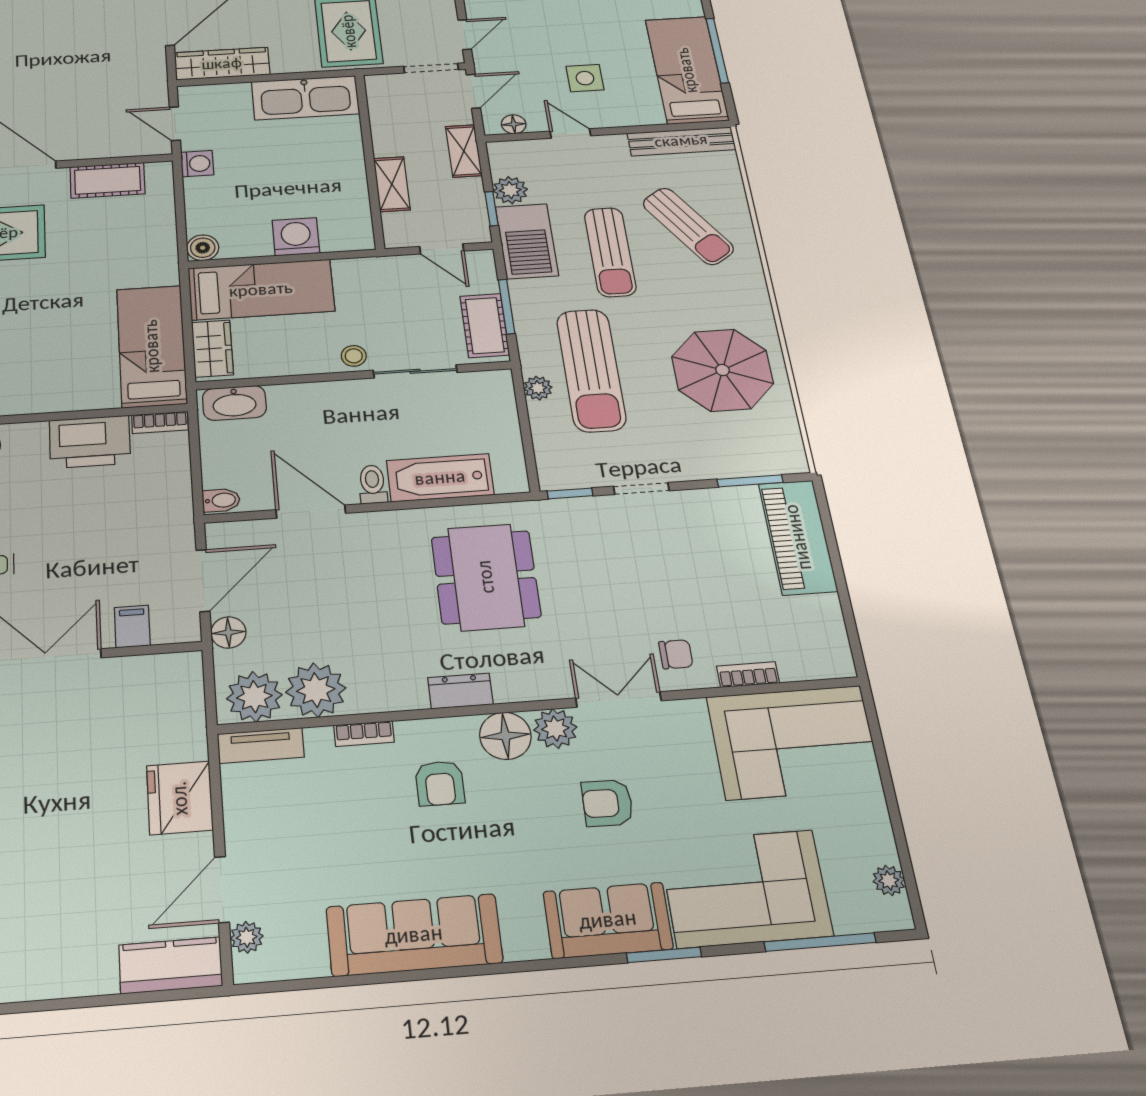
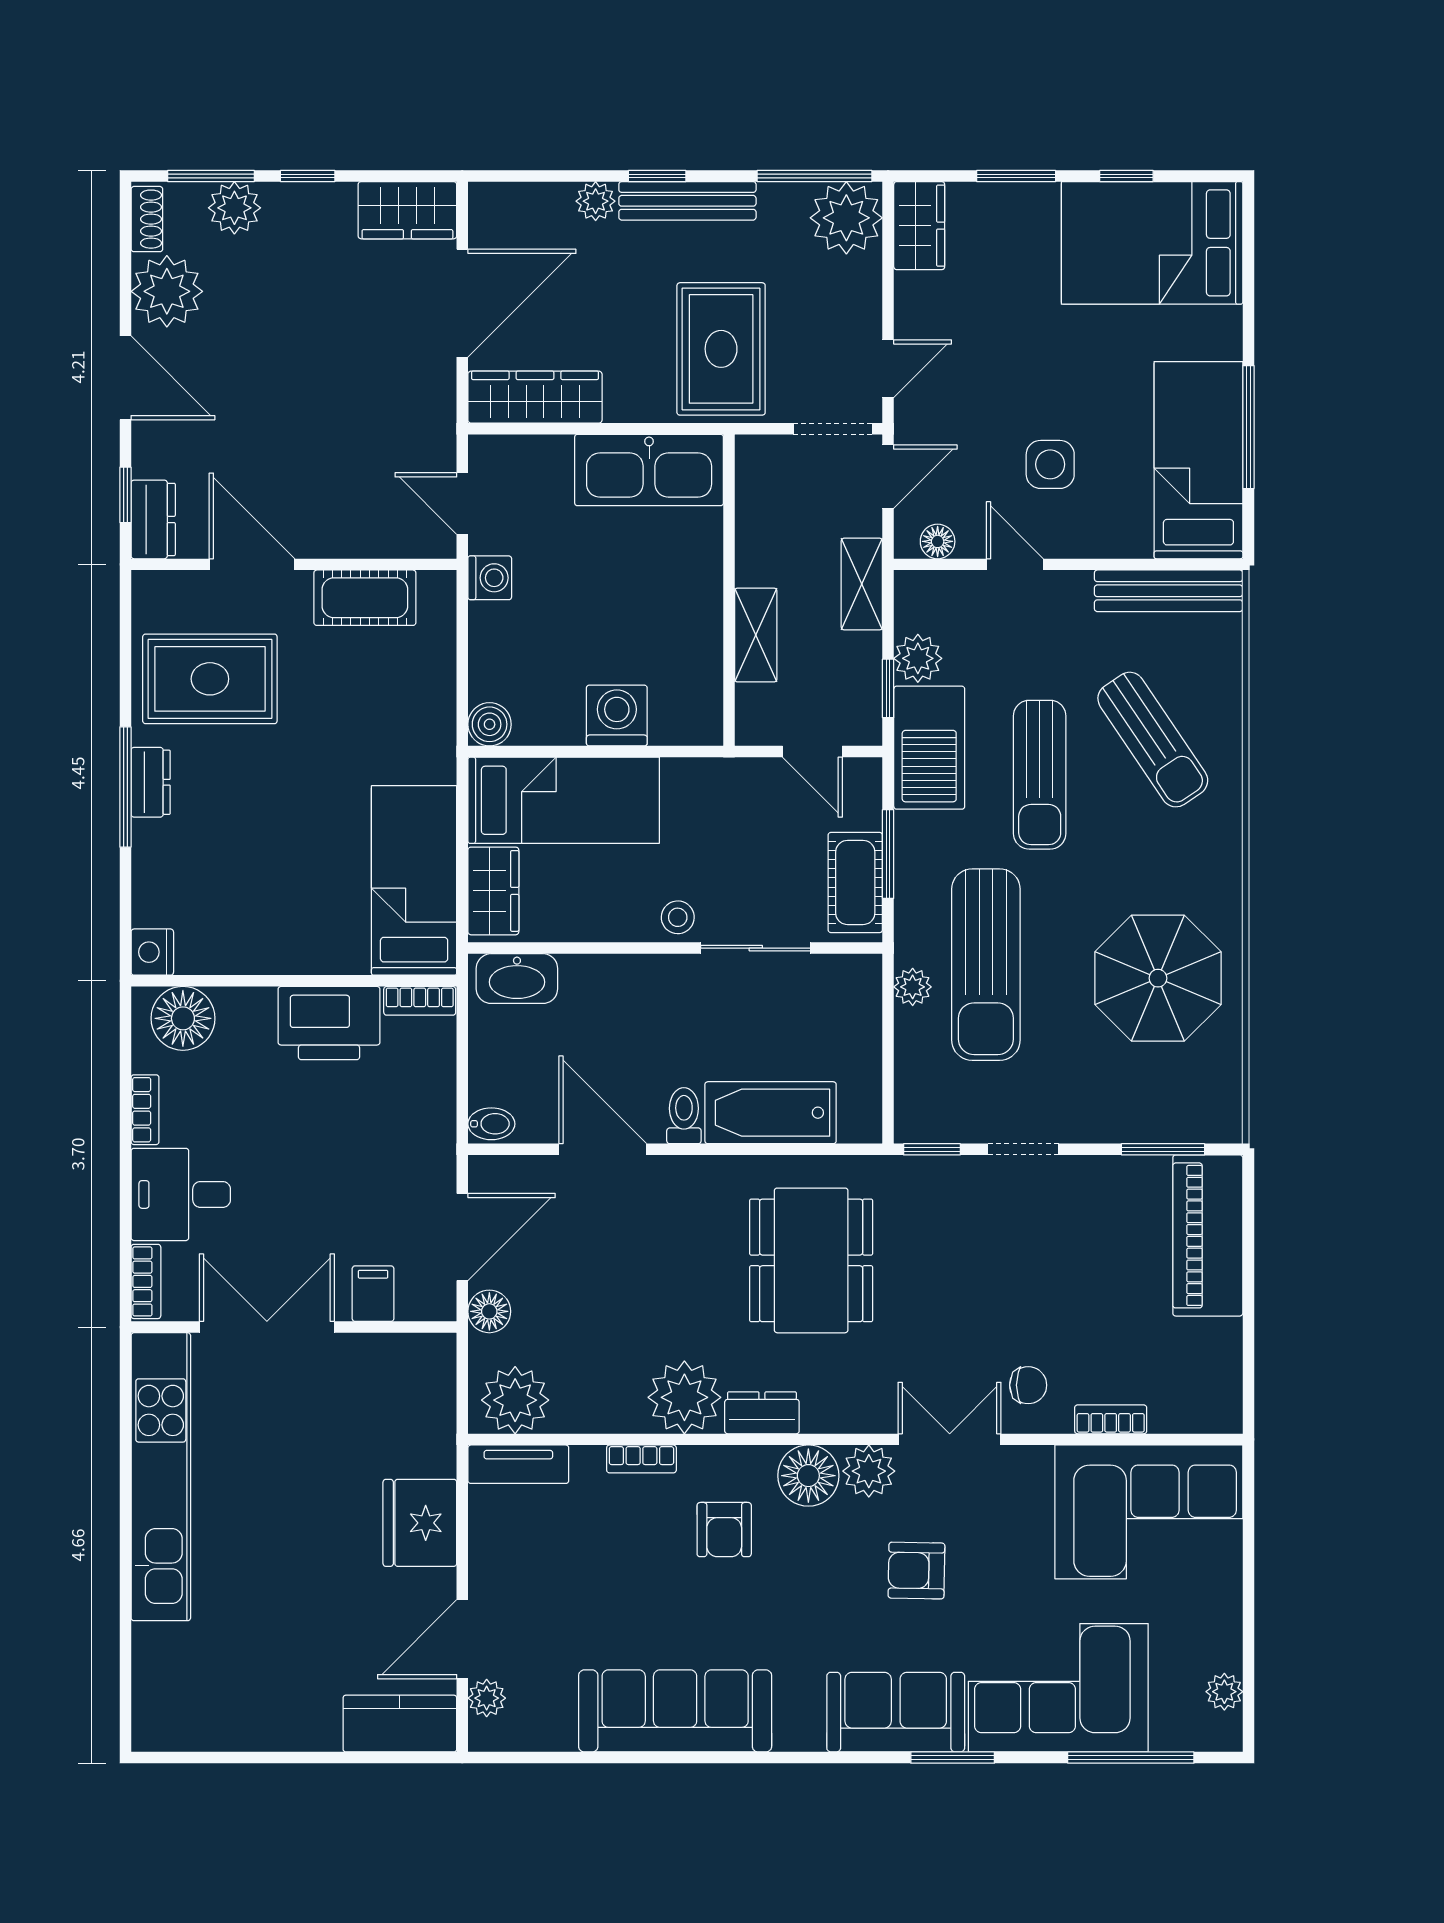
plant: (316, 690) -> (684, 1397), moved

